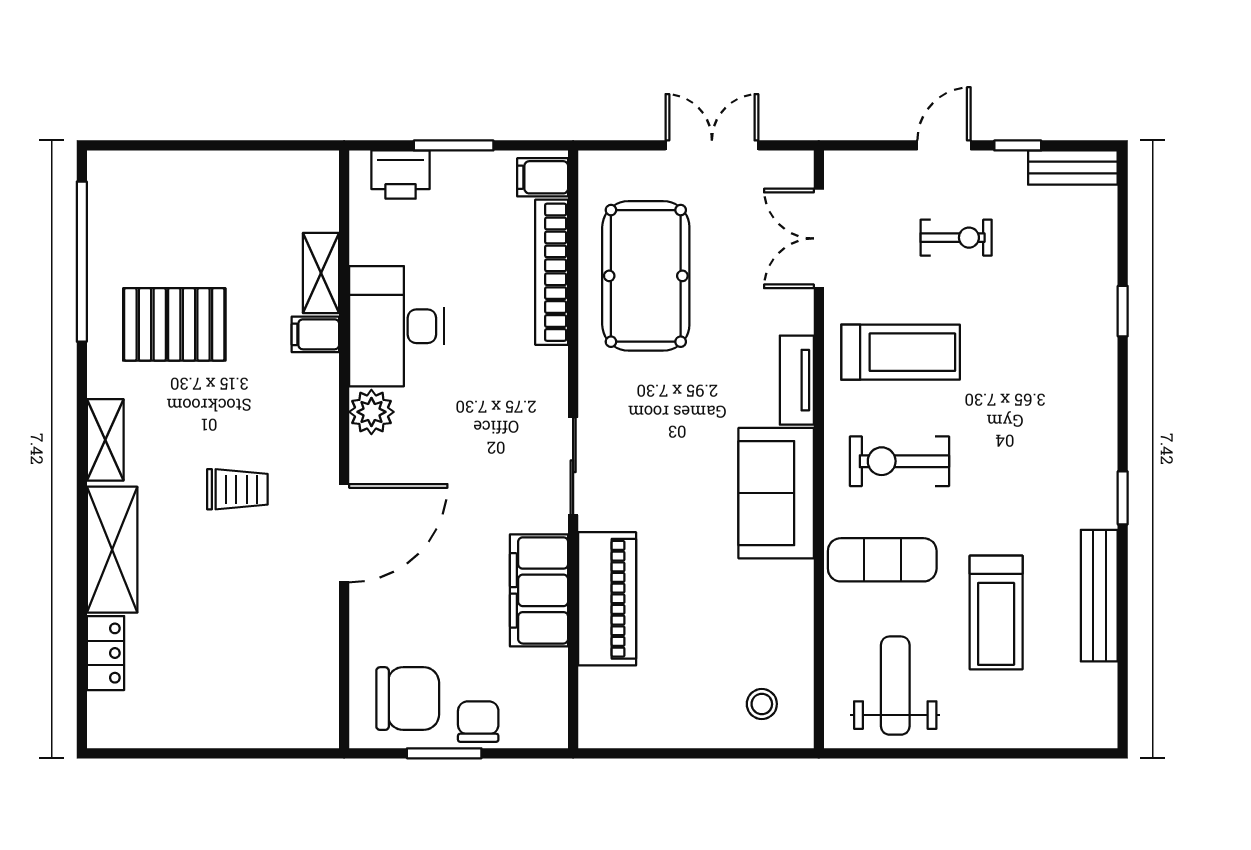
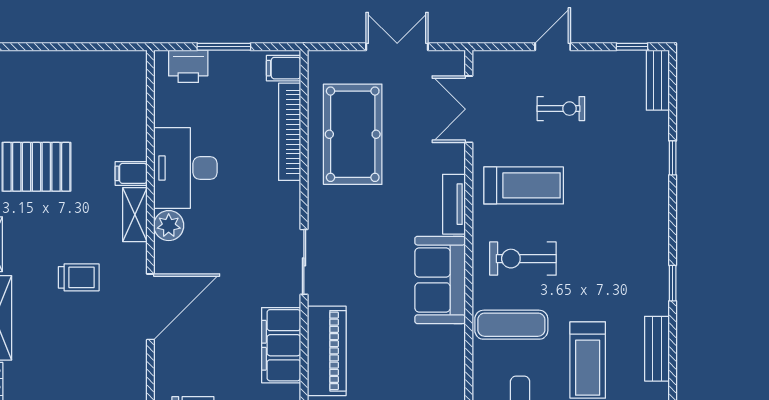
window: (1018, 145) -> (632, 47), moved
bench: (1073, 168) -> (658, 80), moved, turned 90
shelving: (321, 273) -> (135, 215), moved
bench: (1099, 596) -> (657, 349), width x0.73

